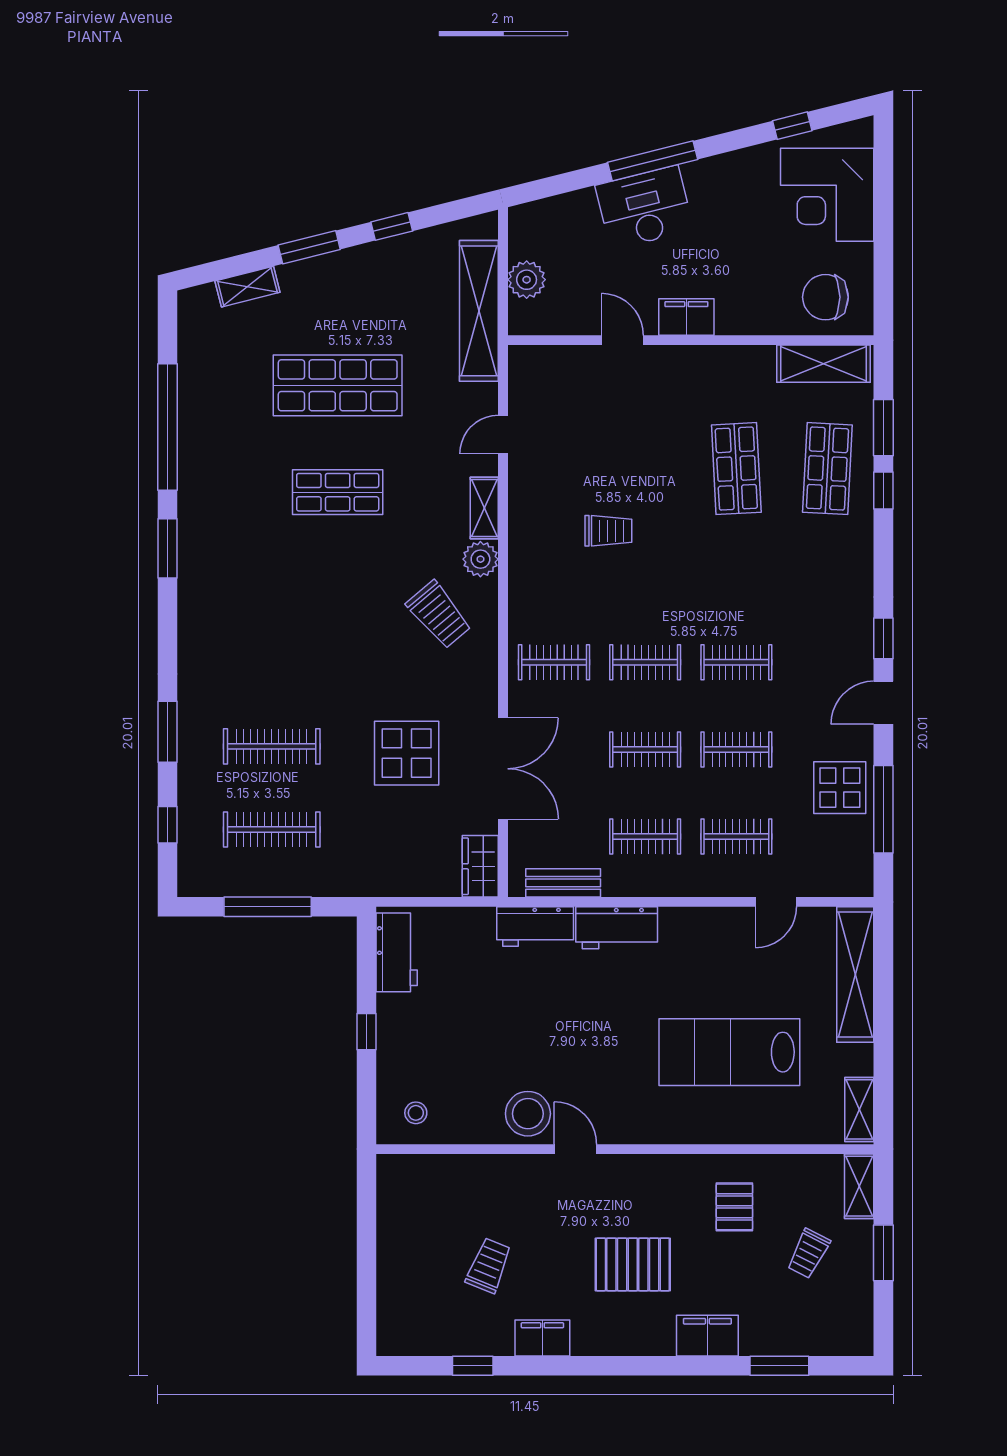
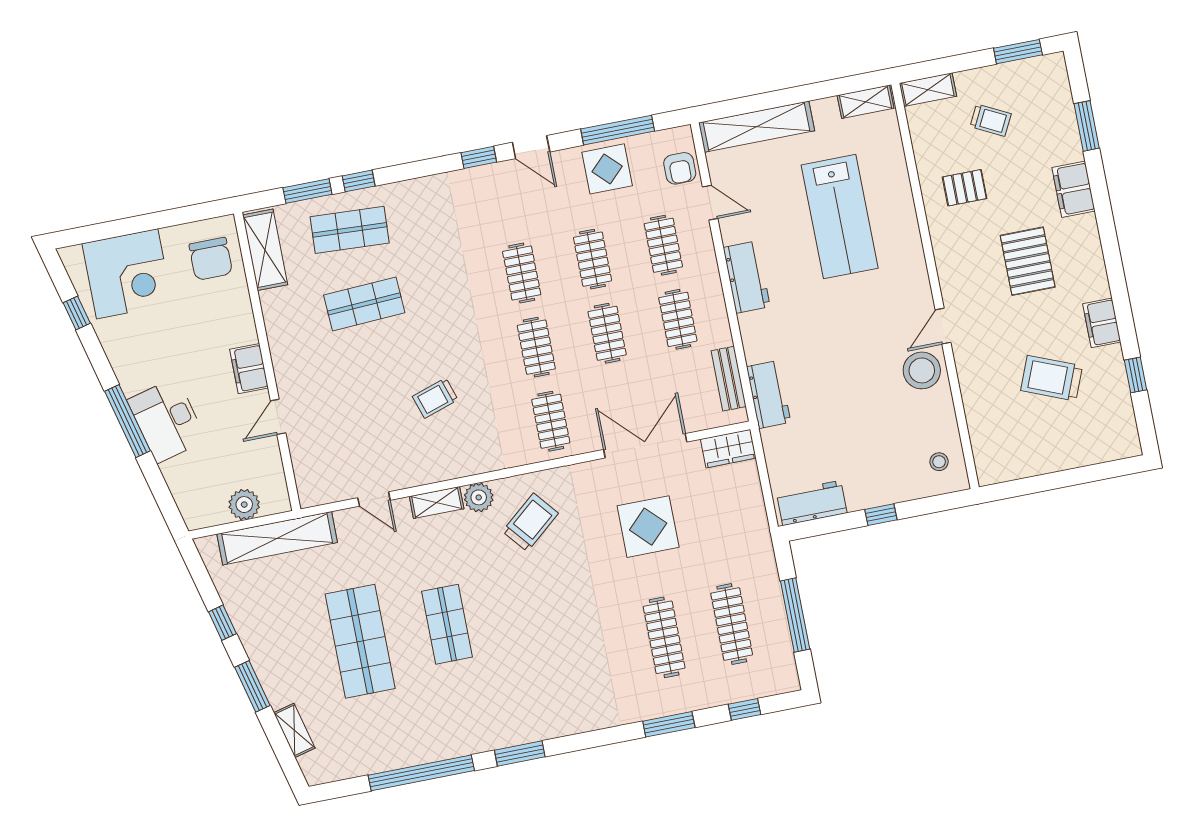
trolley: (608, 531) -> (435, 398), turned -108
armchair: (824, 874) -> (680, 168), added
workbench: (617, 928) -> (747, 277), moved
window: (883, 1253) -> (1018, 52), moved
trolley: (489, 1266) -> (1052, 378), width x1.36, depth x1.39

